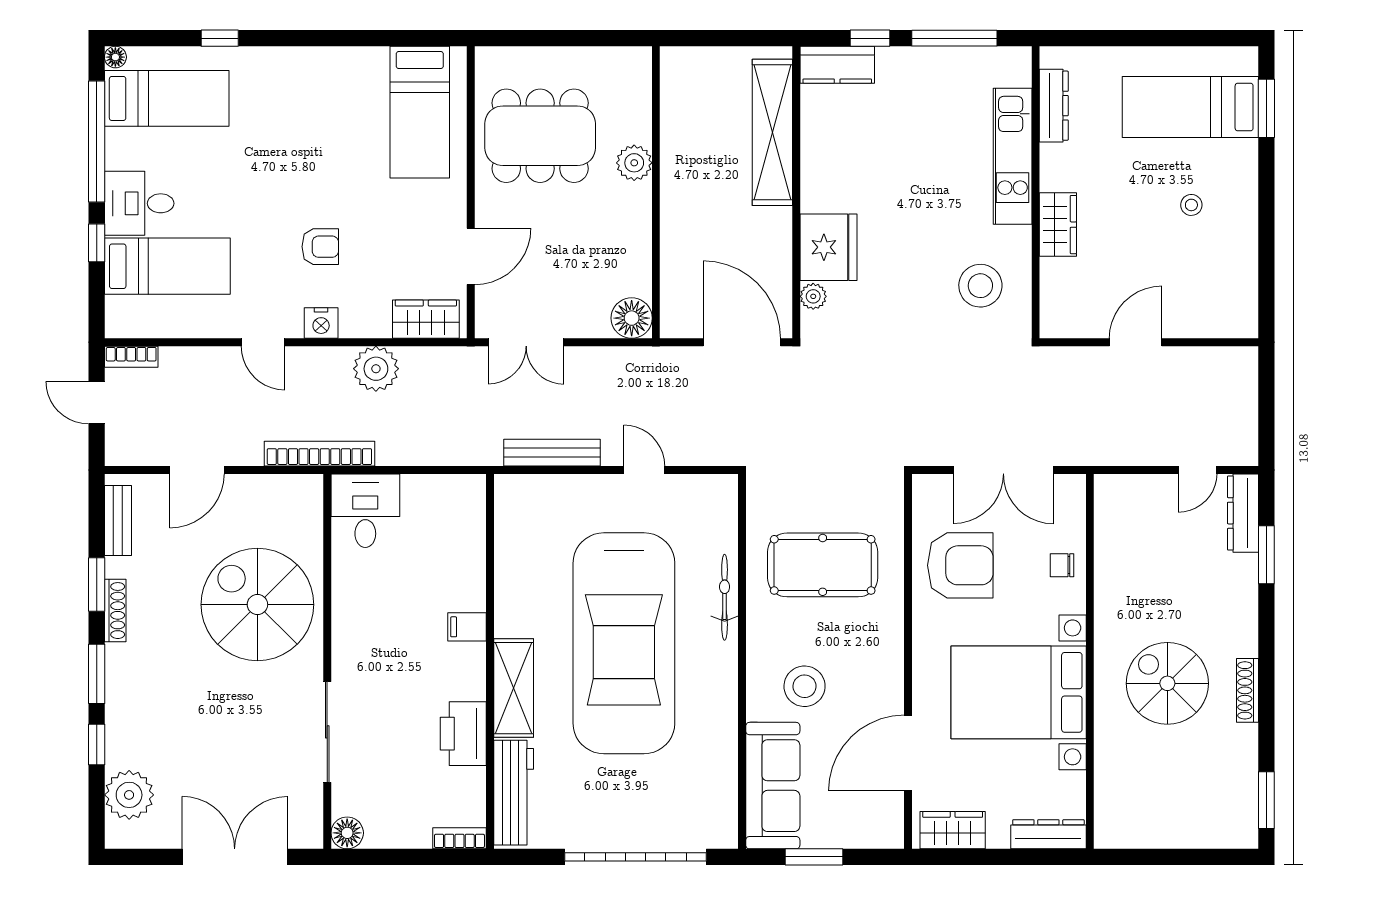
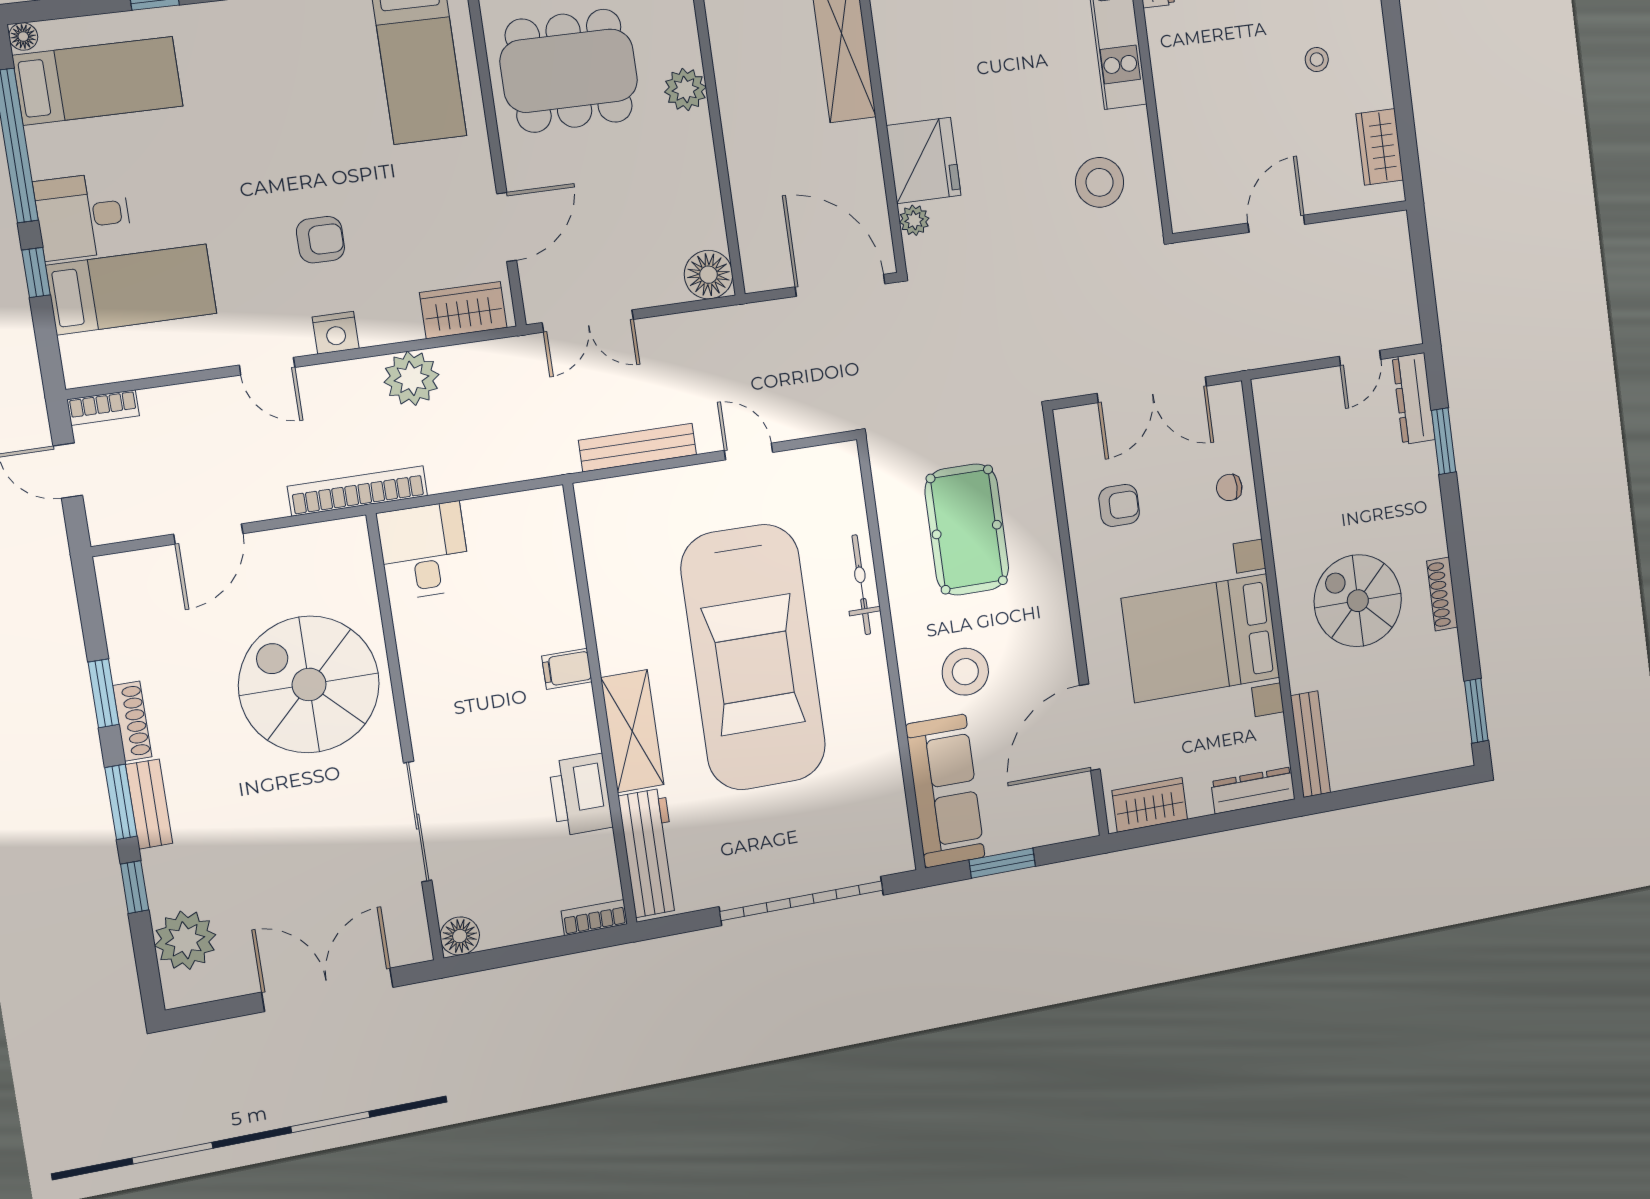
wardrobe: (1058, 225) -> (1380, 147), moved, turned 180
bench: (118, 520) -> (149, 804), moved
pool table: (823, 565) -> (967, 530), turned 90
armchair: (960, 565) -> (1119, 505), width x0.53, depth x0.53
bench: (1107, 803) -> (1310, 744), added

